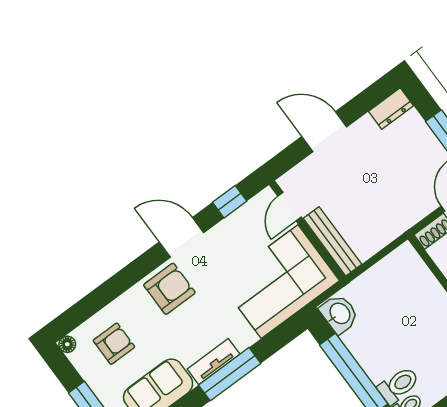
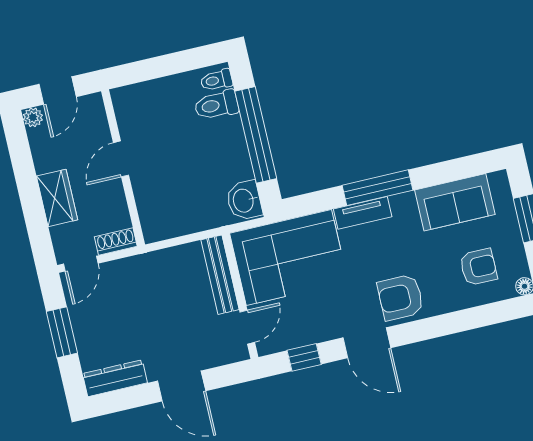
dresser: (391, 108) -> (115, 378), width x1.44
armchair: (114, 344) -> (478, 267), turned 180
tv unit: (214, 362) -> (363, 213), moved

